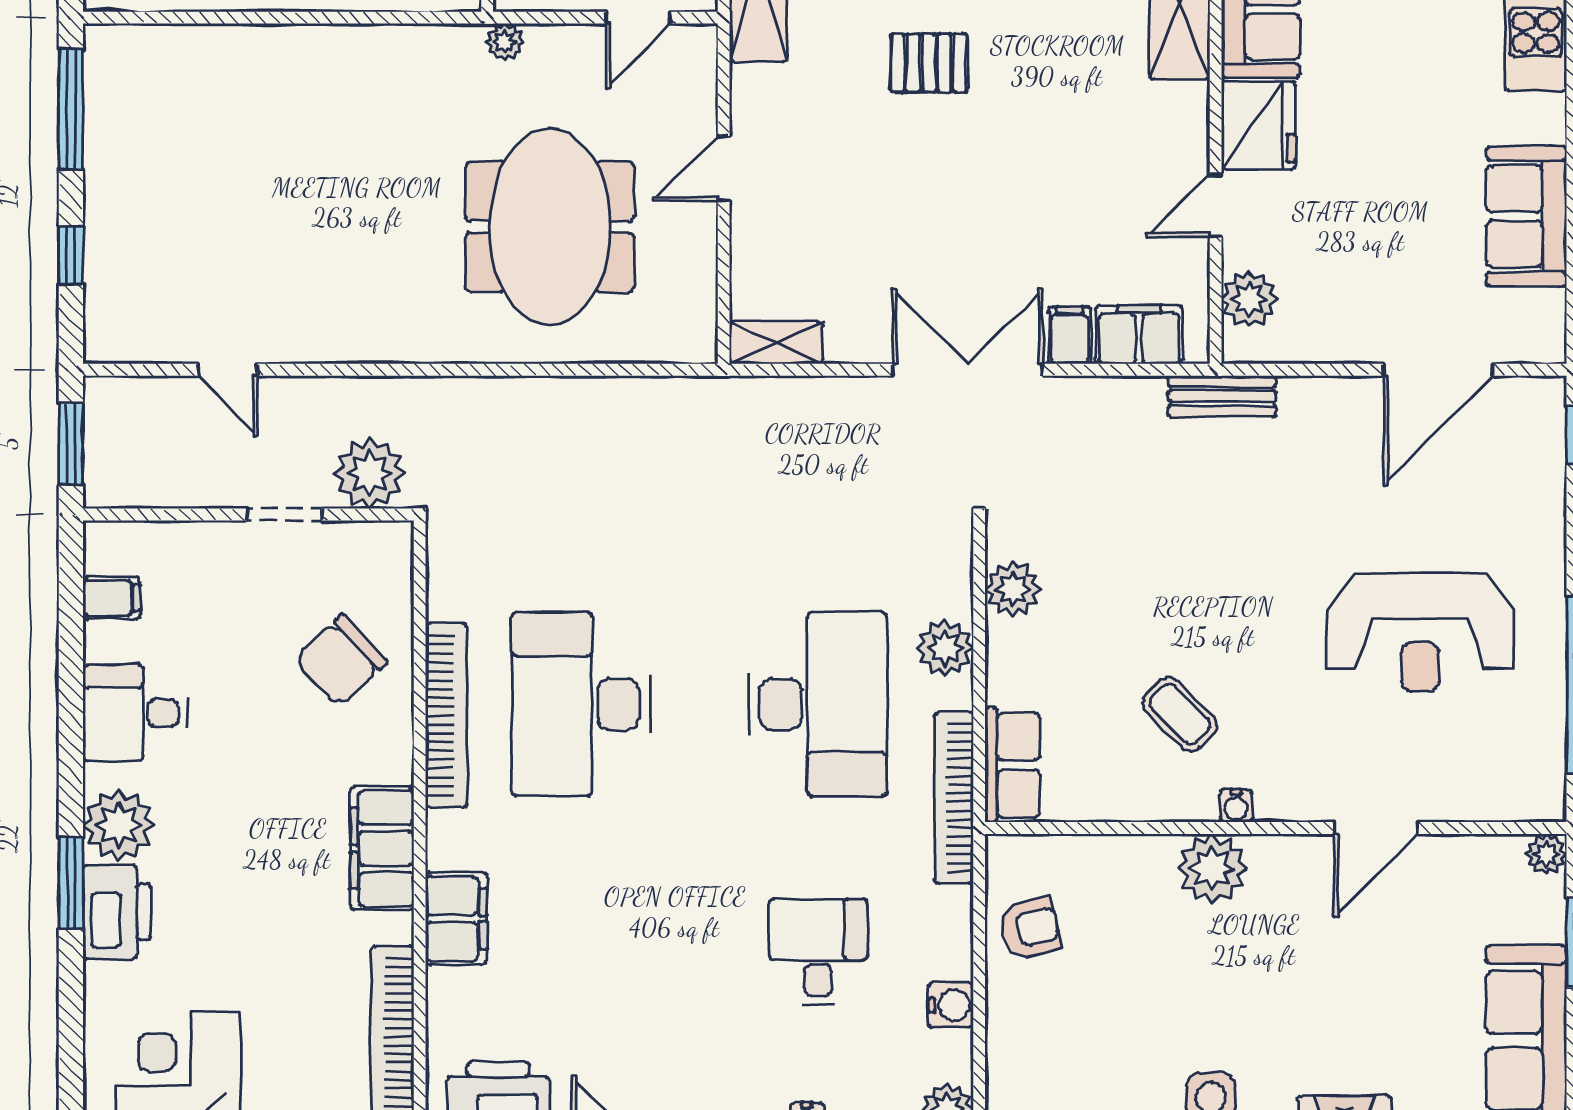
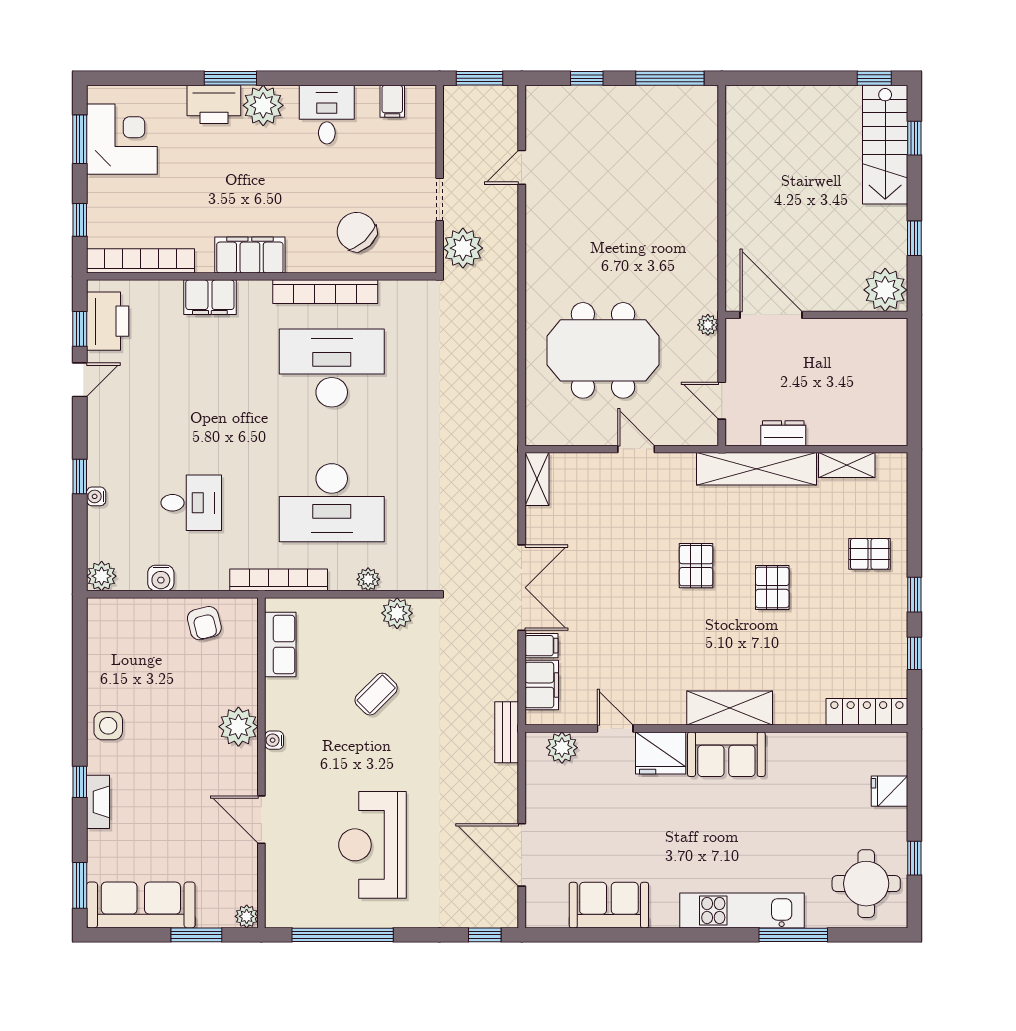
plant: (945, 648) -> (368, 579), width x0.73, depth x0.73
coffee table: (1180, 714) -> (376, 694), moved
row of seats: (1012, 765) -> (280, 645), moved, turned -90

